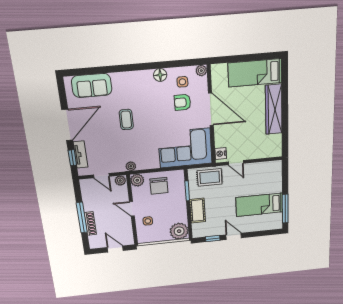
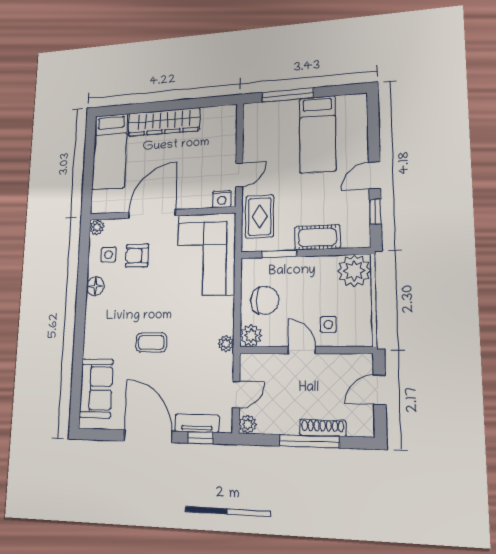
armchair: (183, 102) -> (137, 256), turned 90
plant: (120, 181) -> (248, 424), moved
door: (132, 209) -> (302, 350), swing flipped
window: (285, 209) -> (288, 95), moved

